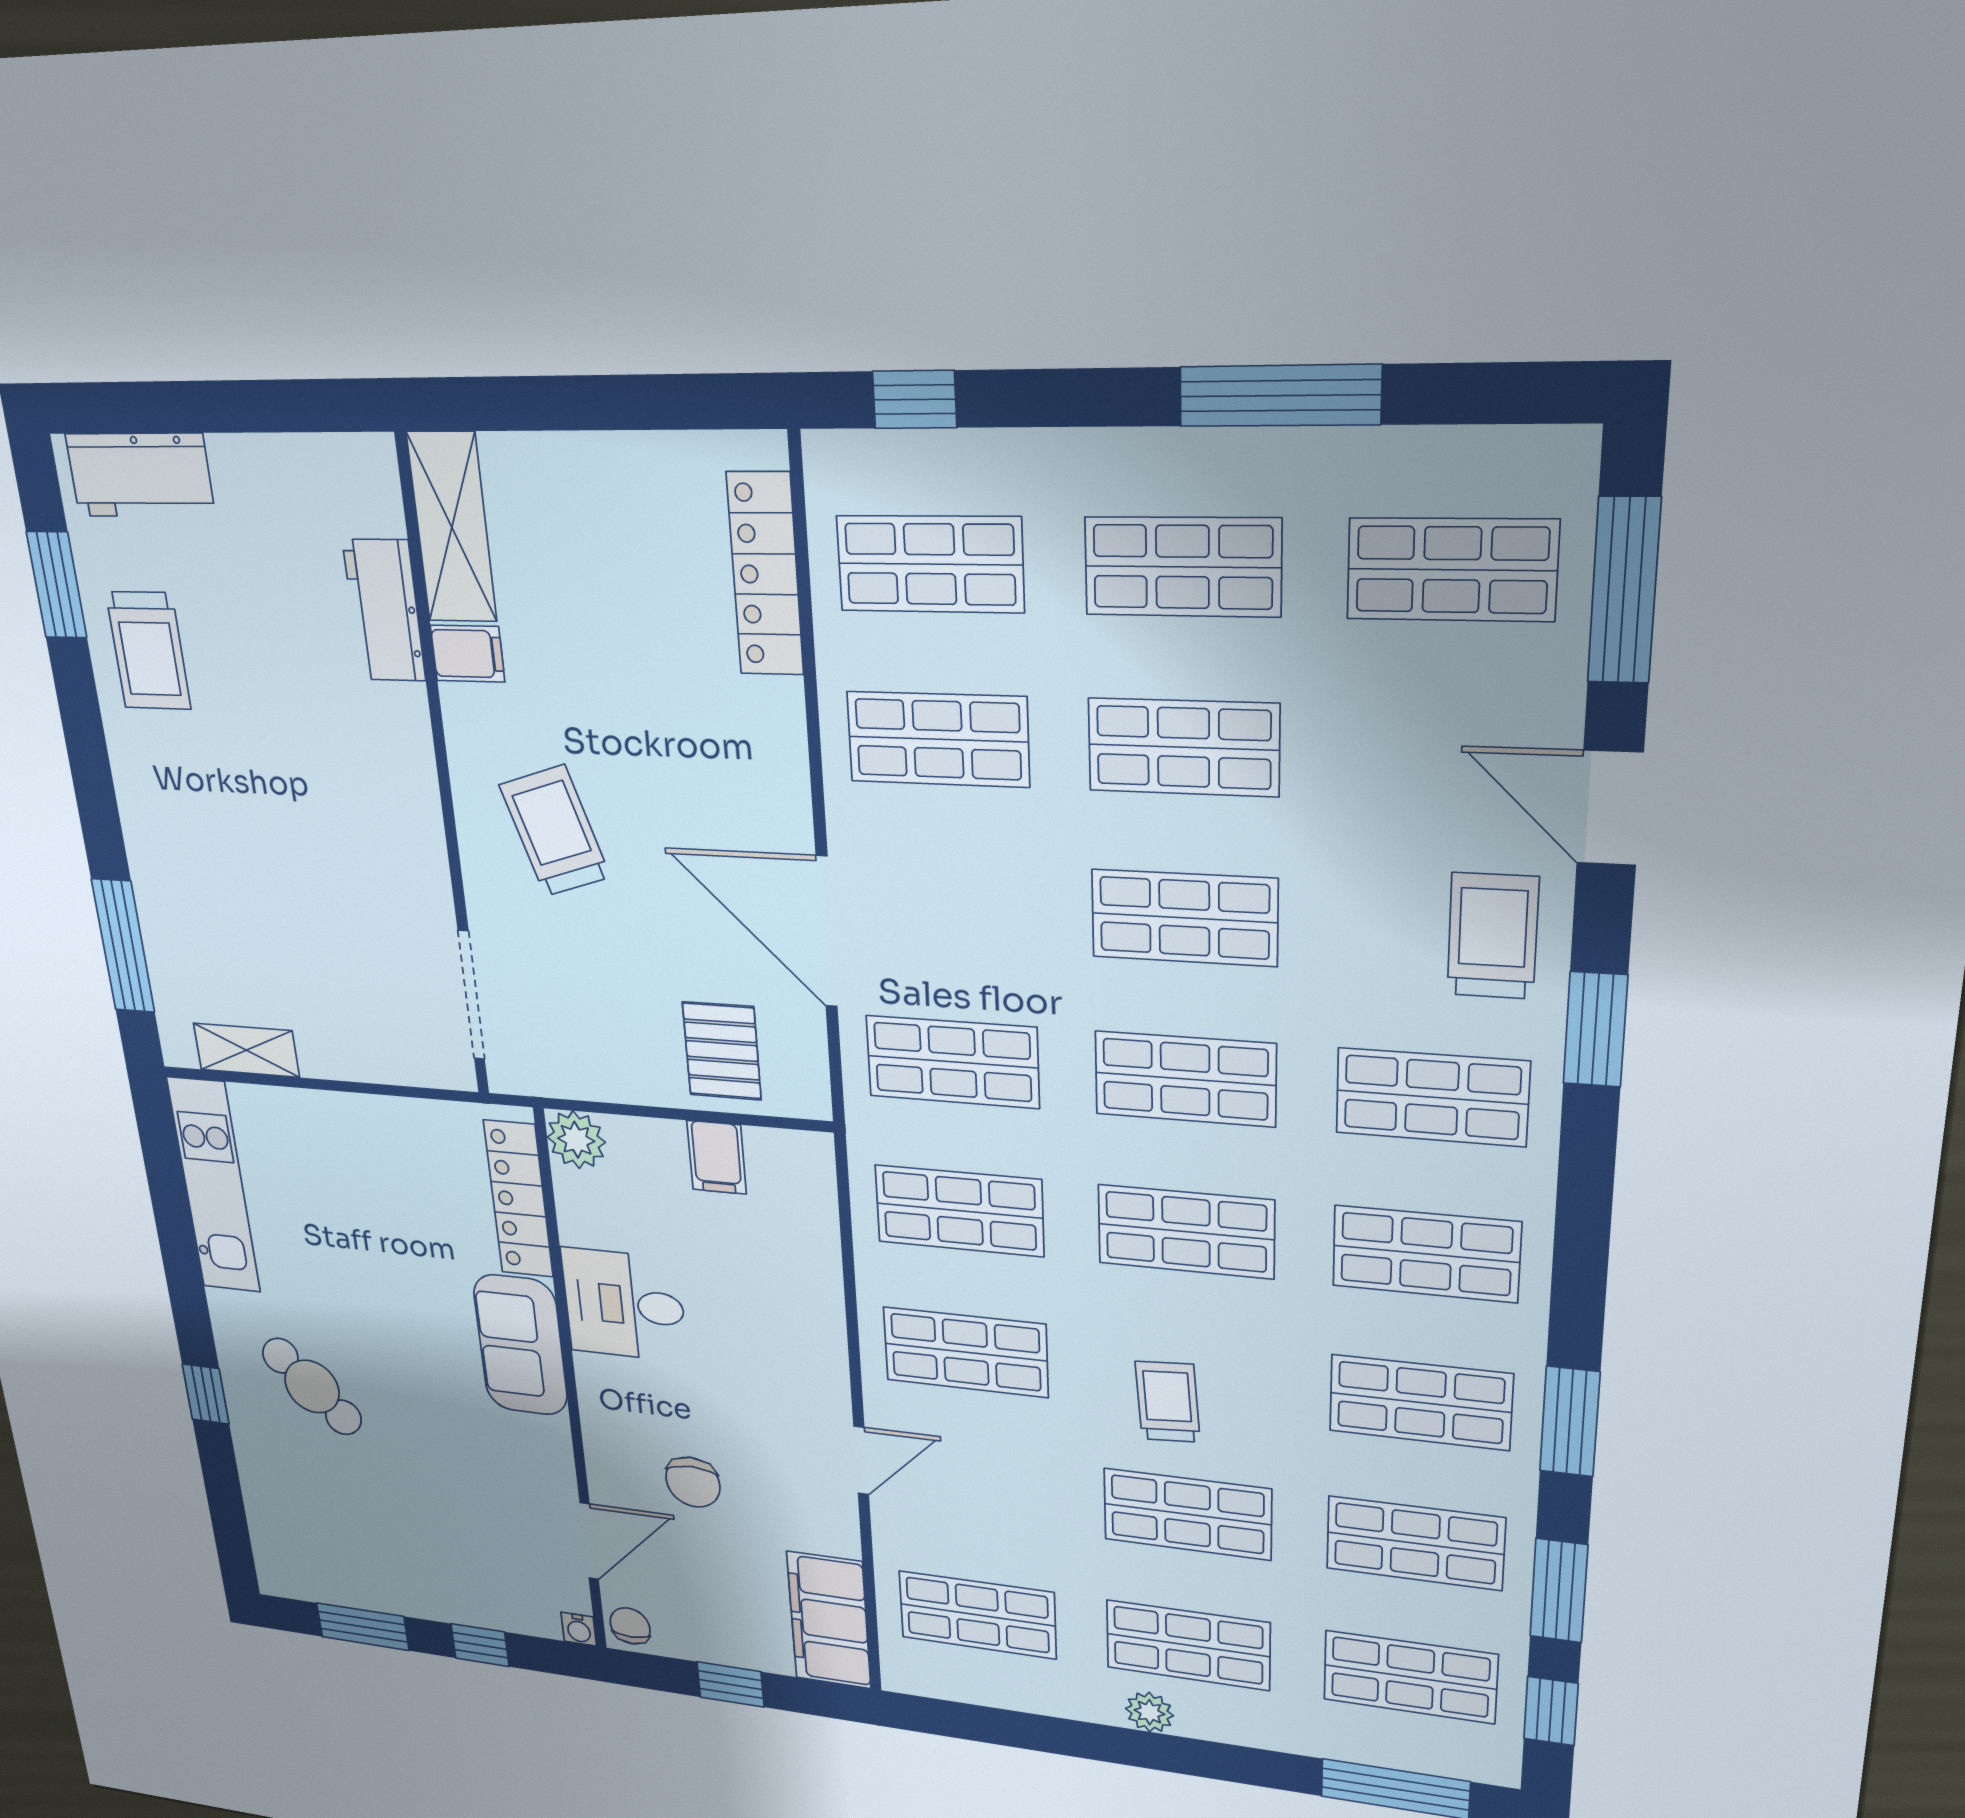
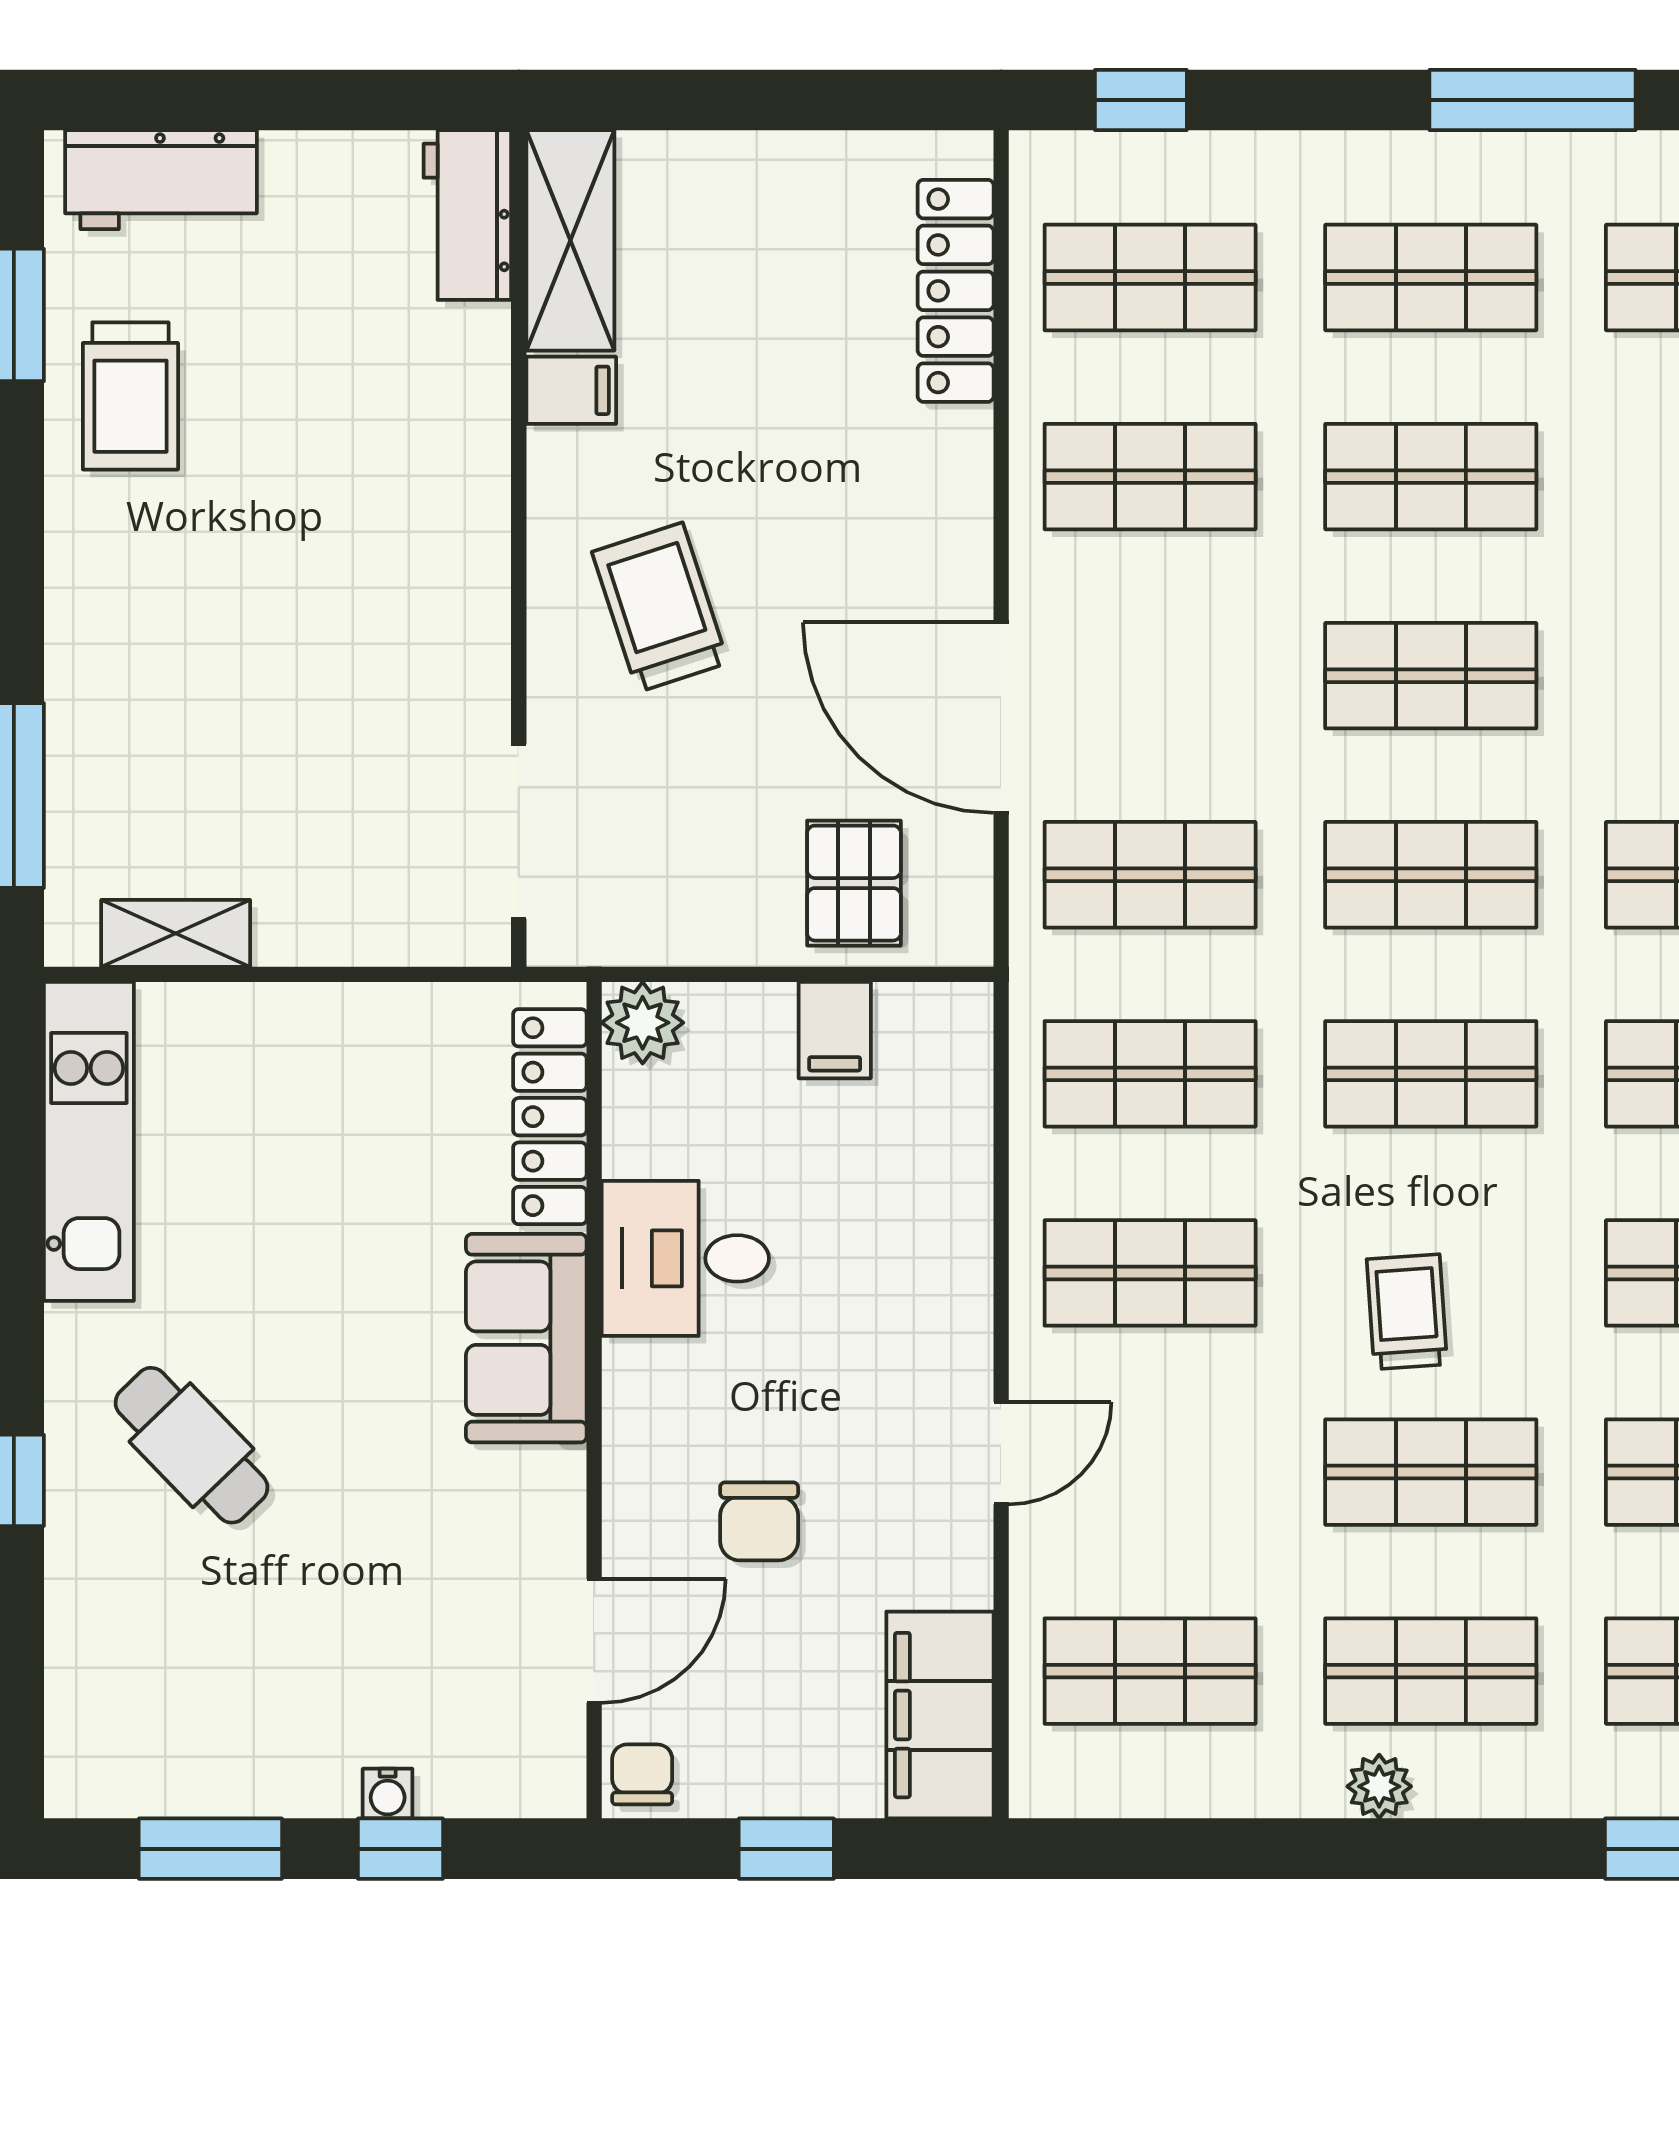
workbench: (384, 610) -> (467, 215), moved
water cooler: (579, 1629) -> (388, 1794), moved

